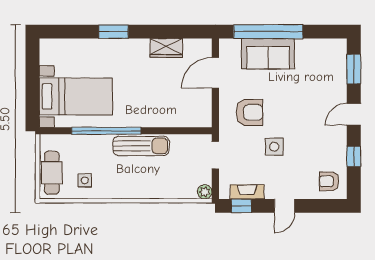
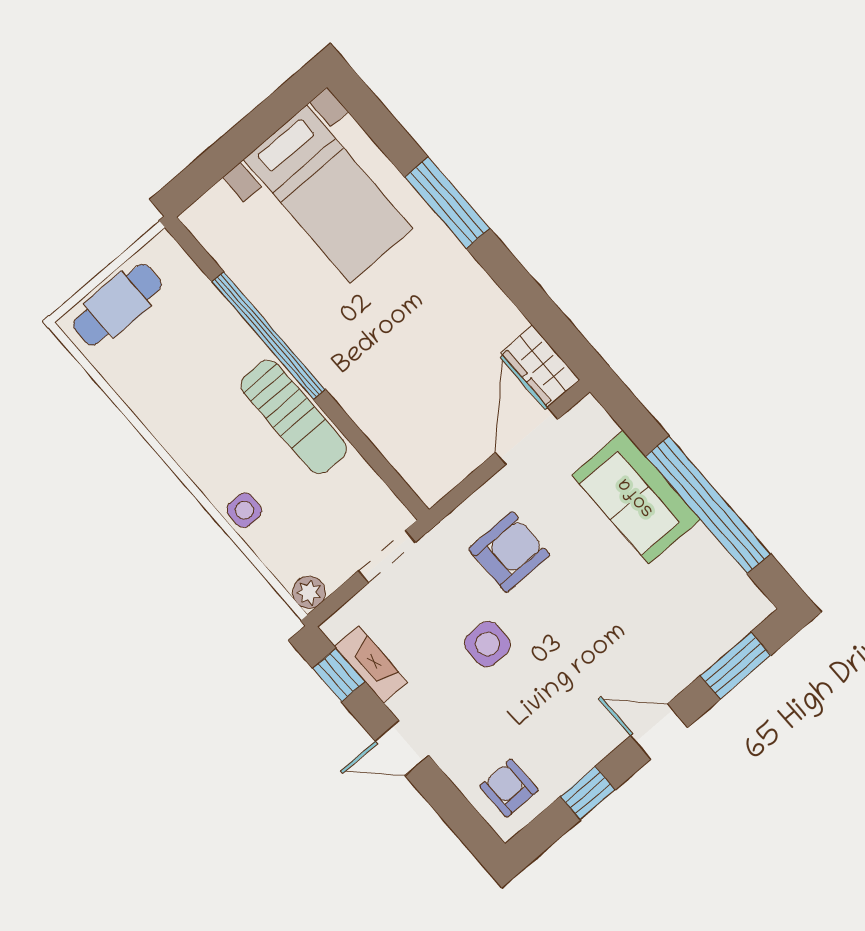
window: (114, 32) -> (447, 203), width x1.44
window: (268, 32) -> (708, 505), moved
wardrobe: (166, 48) -> (540, 366), moved
door: (215, 73) -> (527, 436), hinge flipped
bed with nightstands: (76, 96) -> (328, 194), moved
armchair: (249, 112) -> (509, 552), turned -90
side table: (85, 180) -> (244, 510), moved

